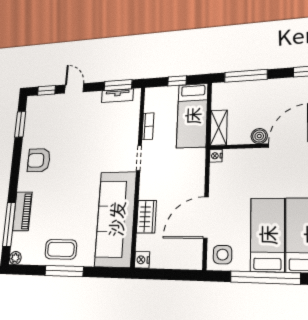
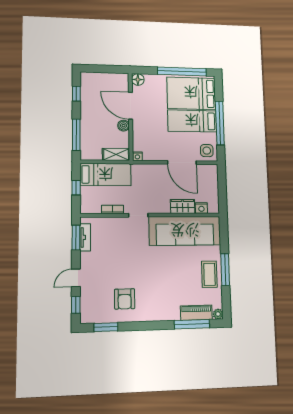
armchair: (39, 160) -> (125, 299), moved
piano: (22, 211) -> (196, 313), moved
nightstand: (142, 260) -> (201, 208), moved

